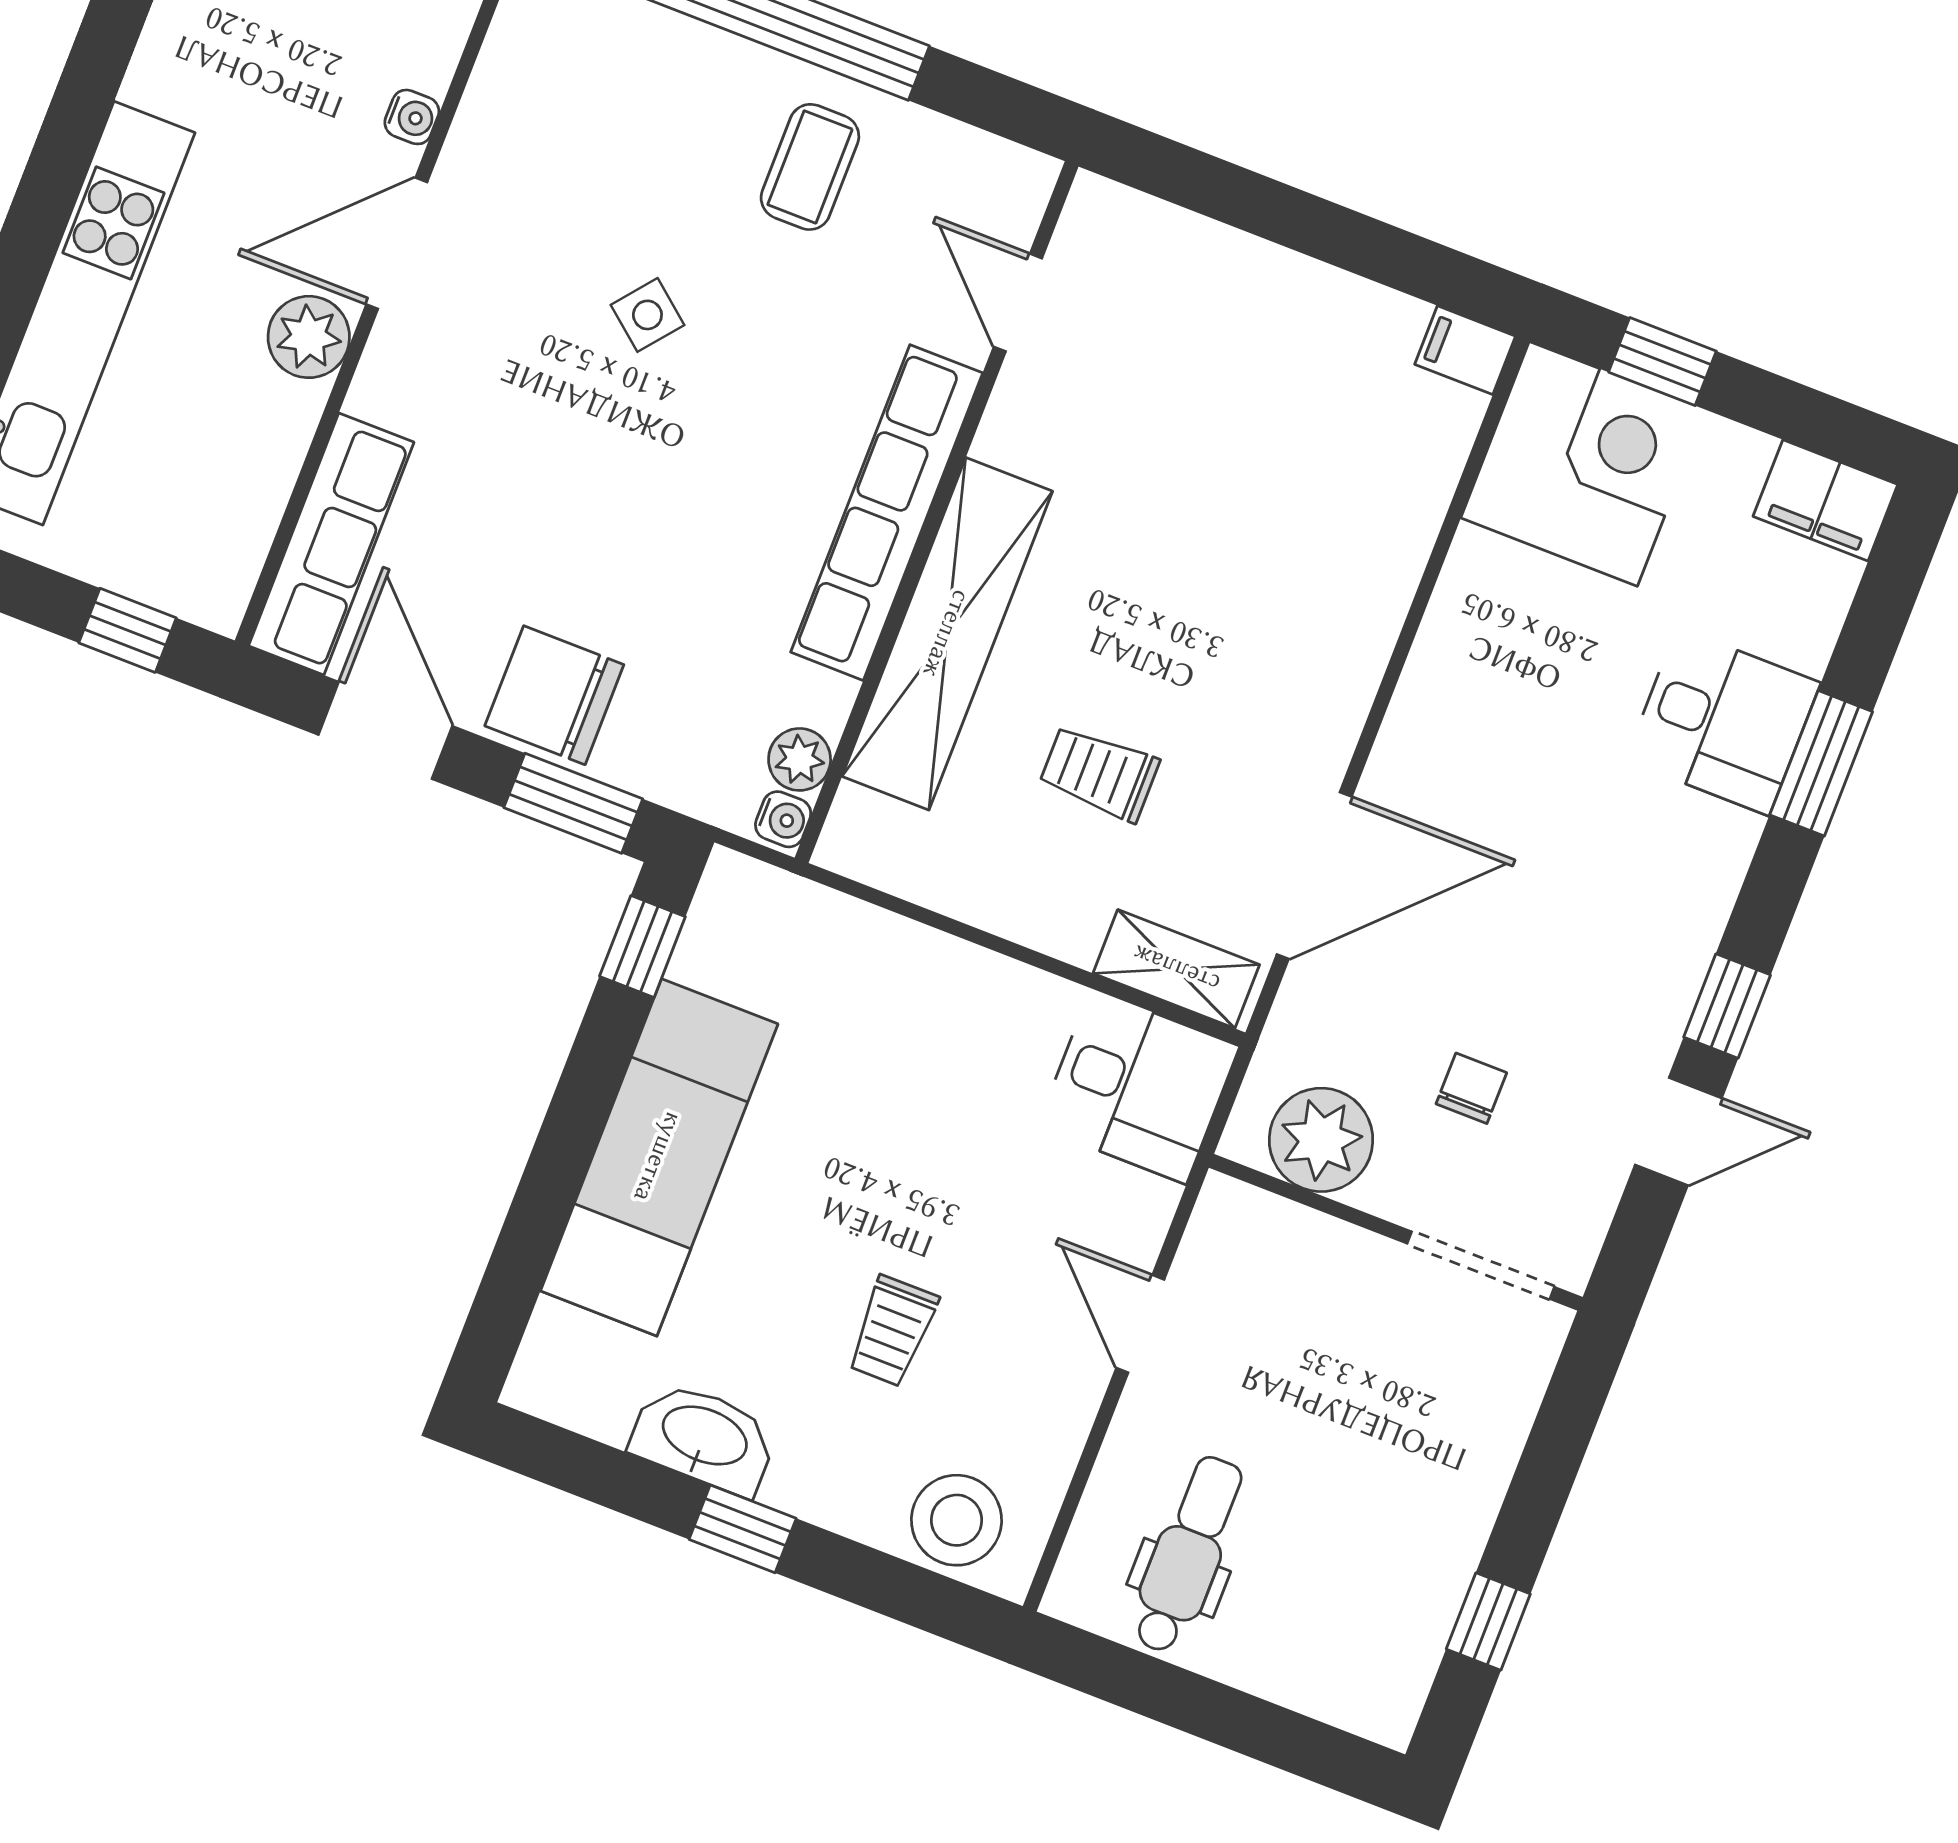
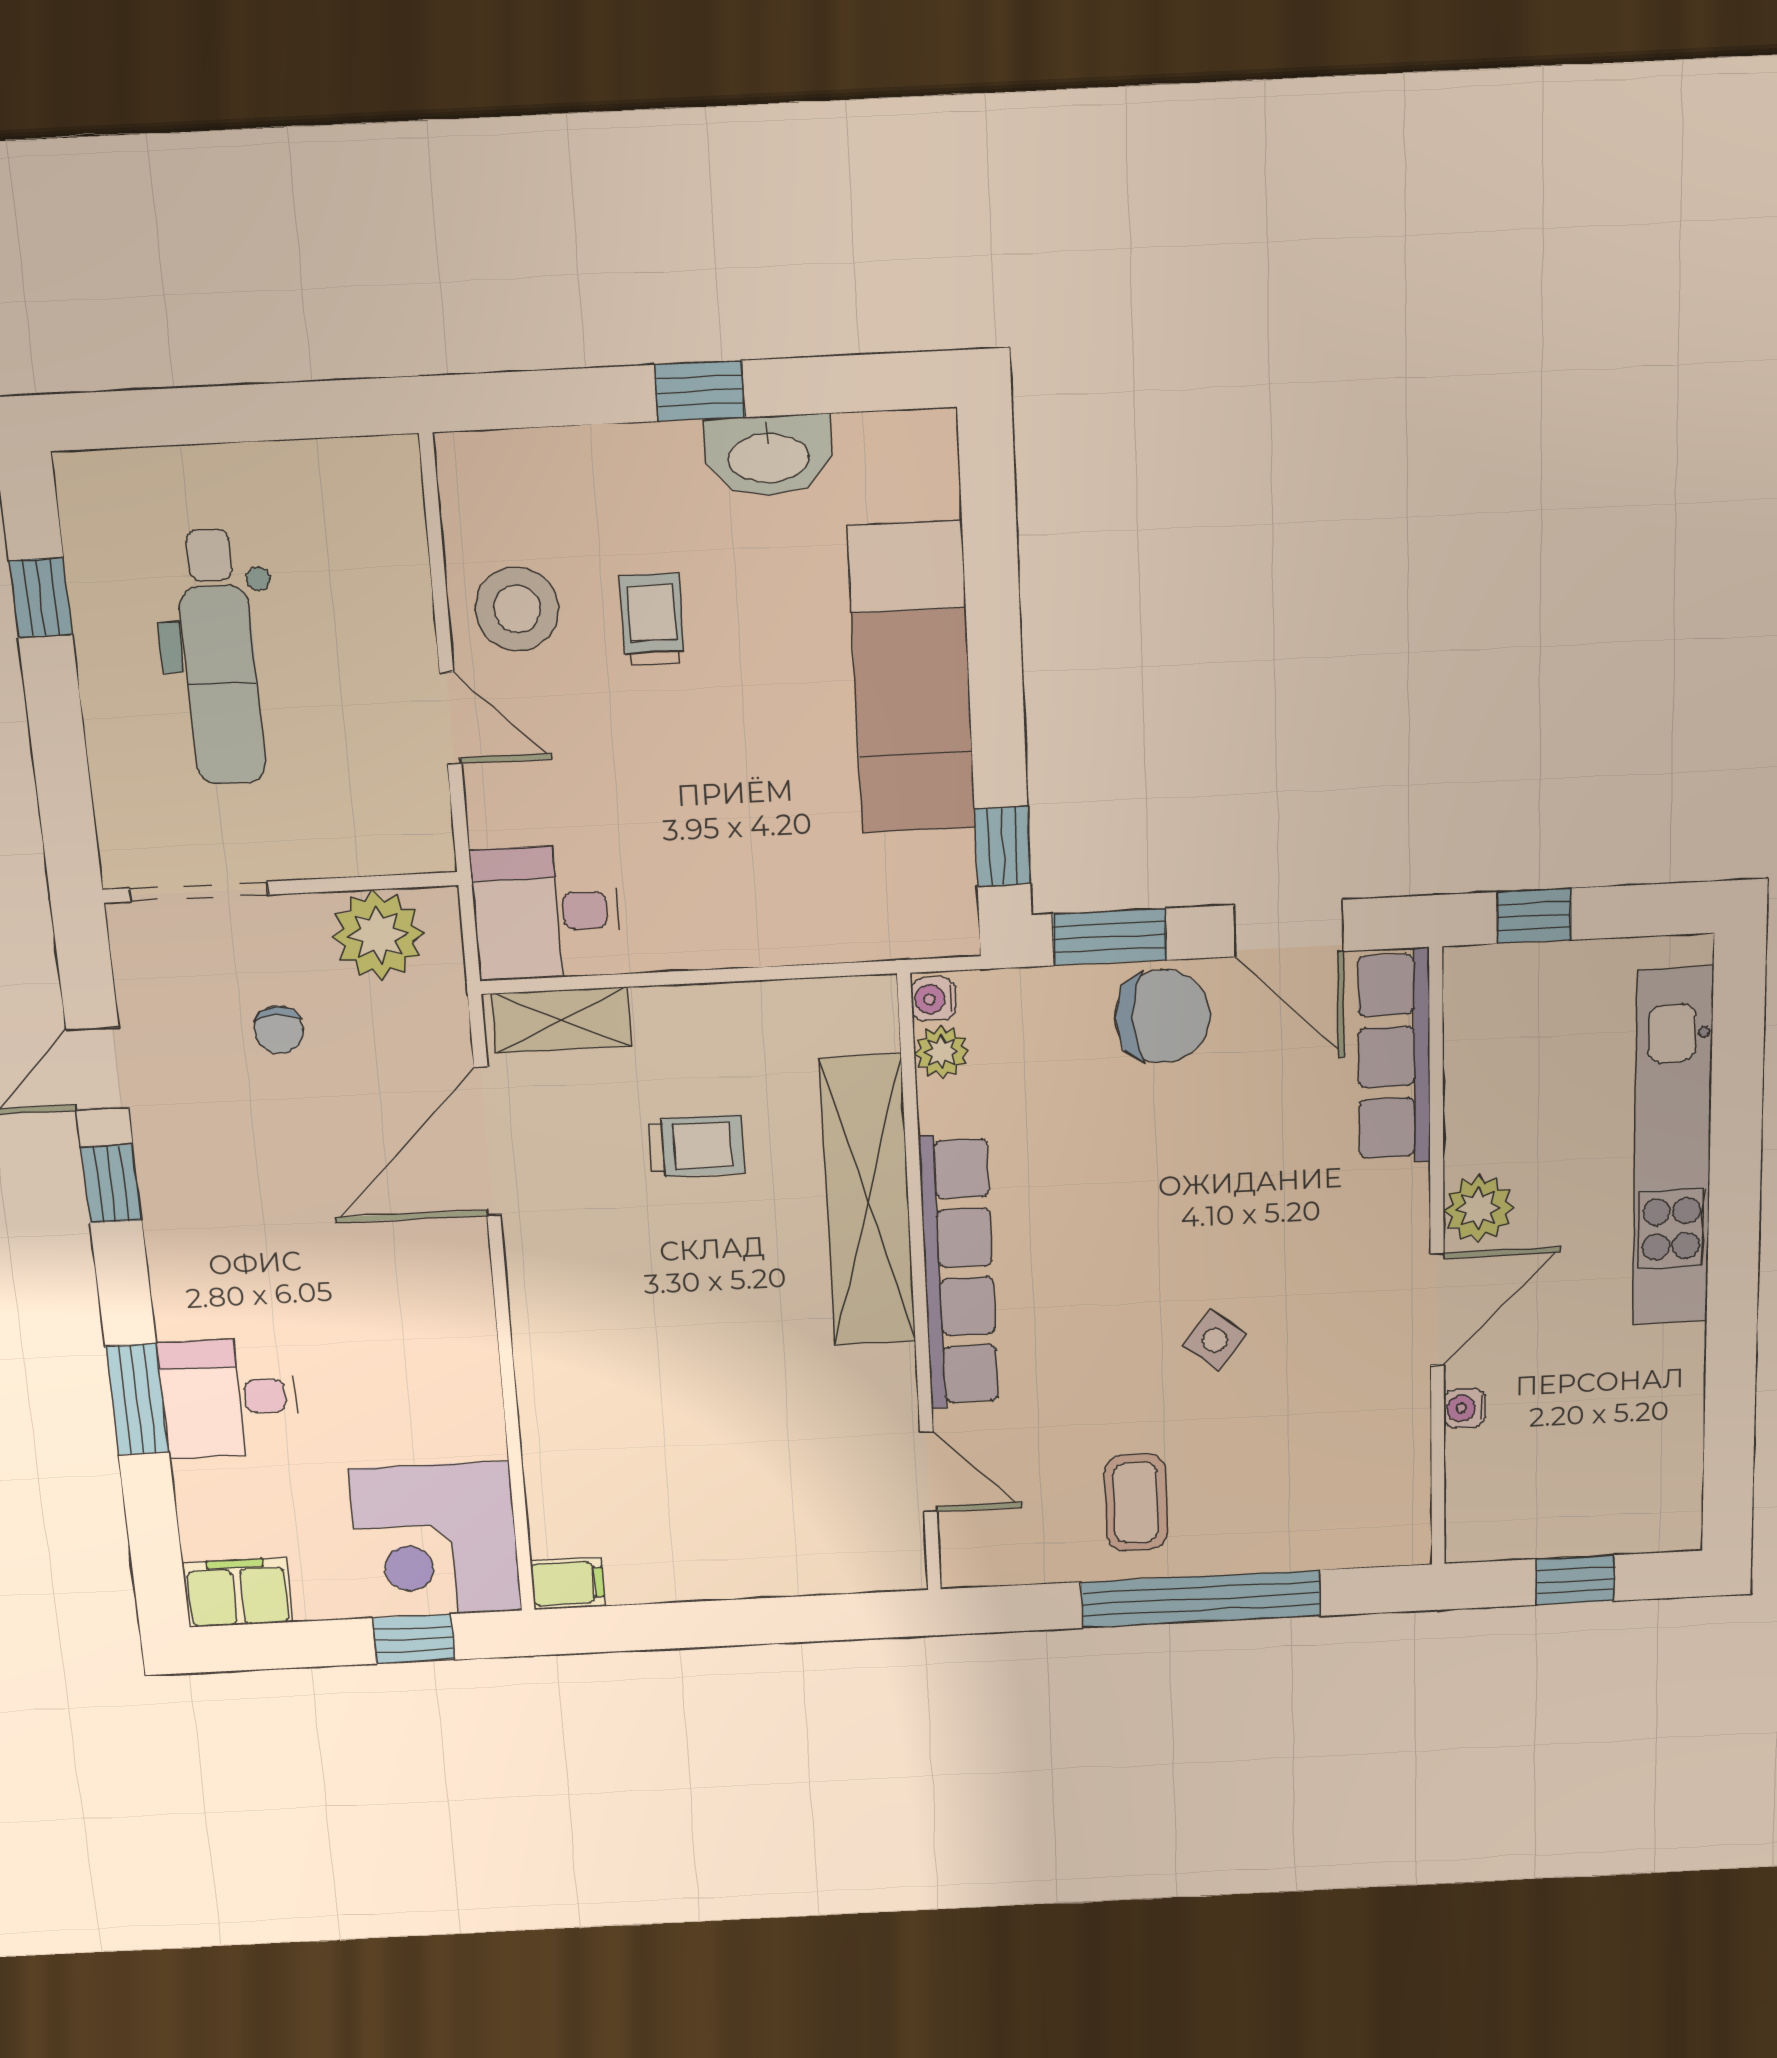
stool: (956, 1520) -> (517, 609), moved
dental chair: (1188, 1555) -> (220, 658), moved, width x1.36, depth x1.38

